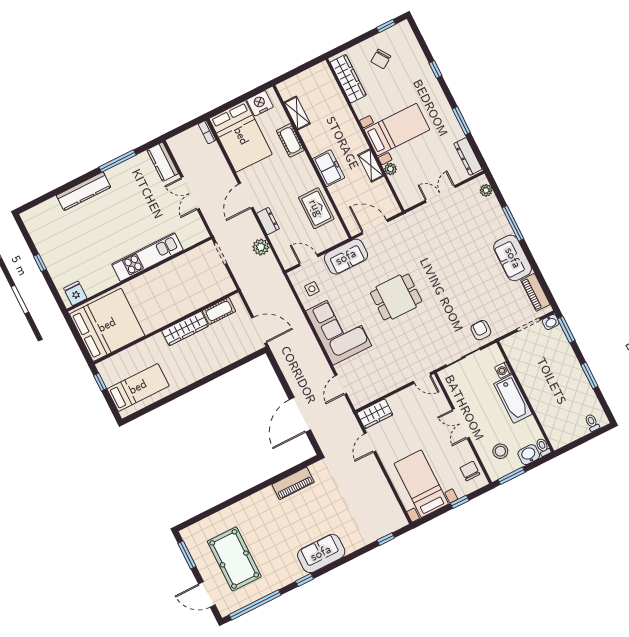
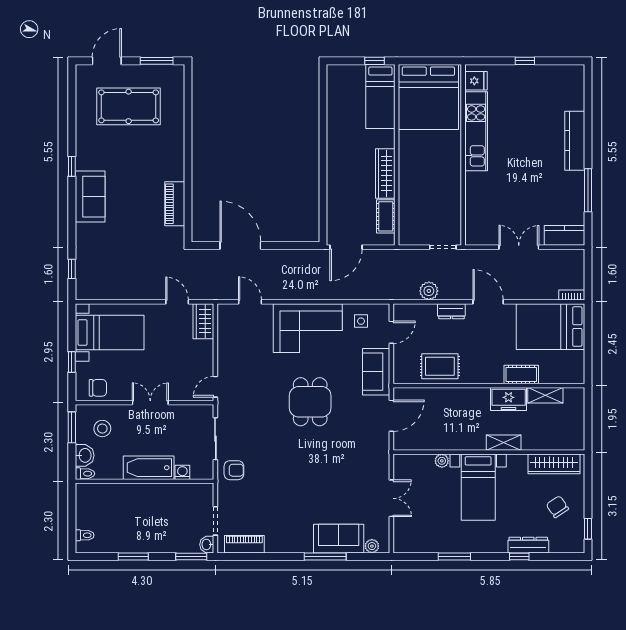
nightstand: (260, 103) -> (574, 363), removed
dresser: (468, 156) -> (528, 545), moved
shelving: (371, 165) -> (504, 443), moved
freezer: (329, 168) -> (509, 399), moved
kitchen unit: (147, 257) -> (476, 131), moved
sofa: (513, 258) -> (339, 539), moved
bed: (138, 387) -> (380, 96), moved
window: (255, 605) -> (72, 104), removed

